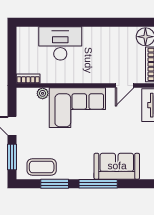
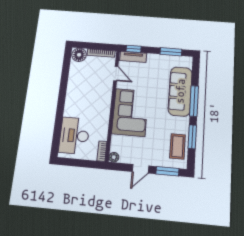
desk: (60, 43) -> (74, 136), moved
plant: (43, 93) -> (114, 157), moved
sofa: (117, 166) -> (180, 91), width x1.36

